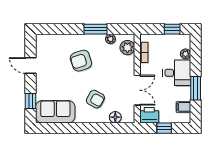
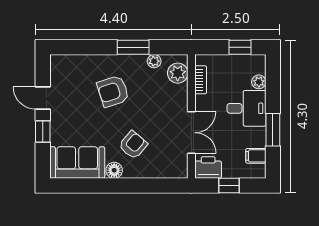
armchair: (95, 99) -> (133, 145), turned -79
window: (31, 101) -> (43, 132), moved
floor lamp: (115, 117) -> (114, 170), moved

